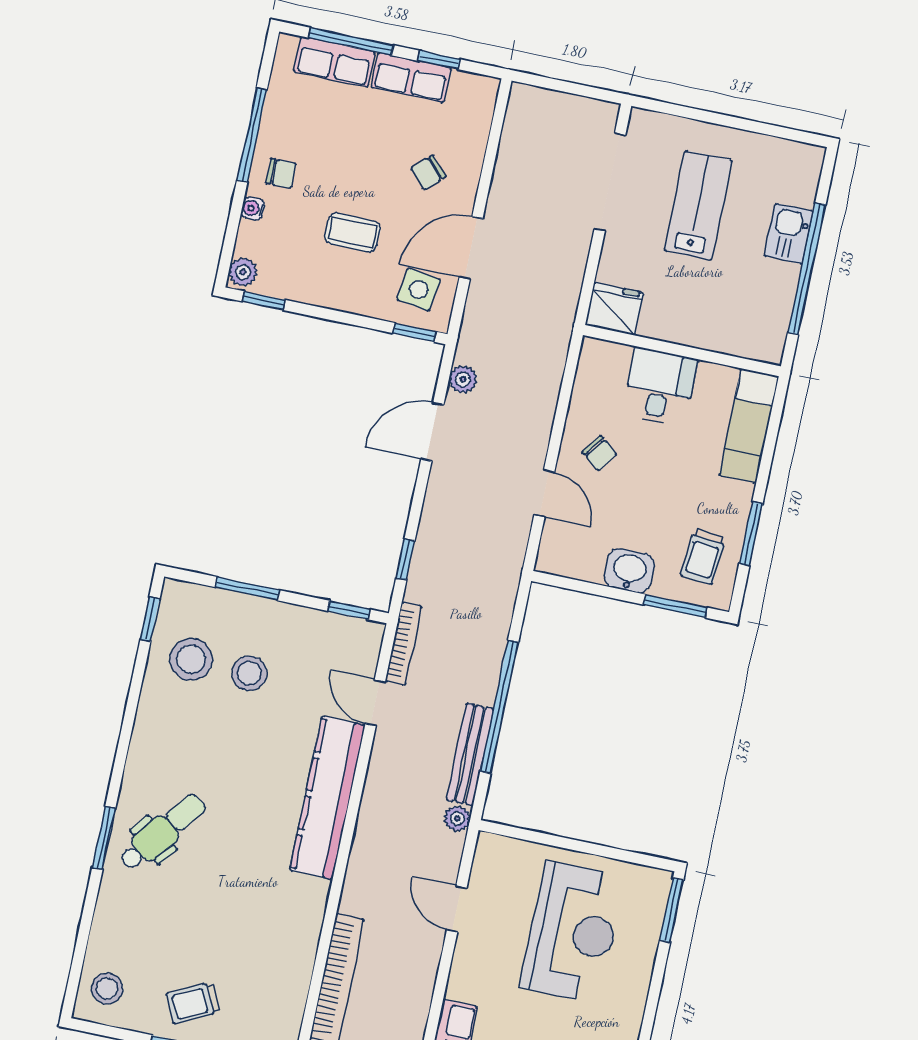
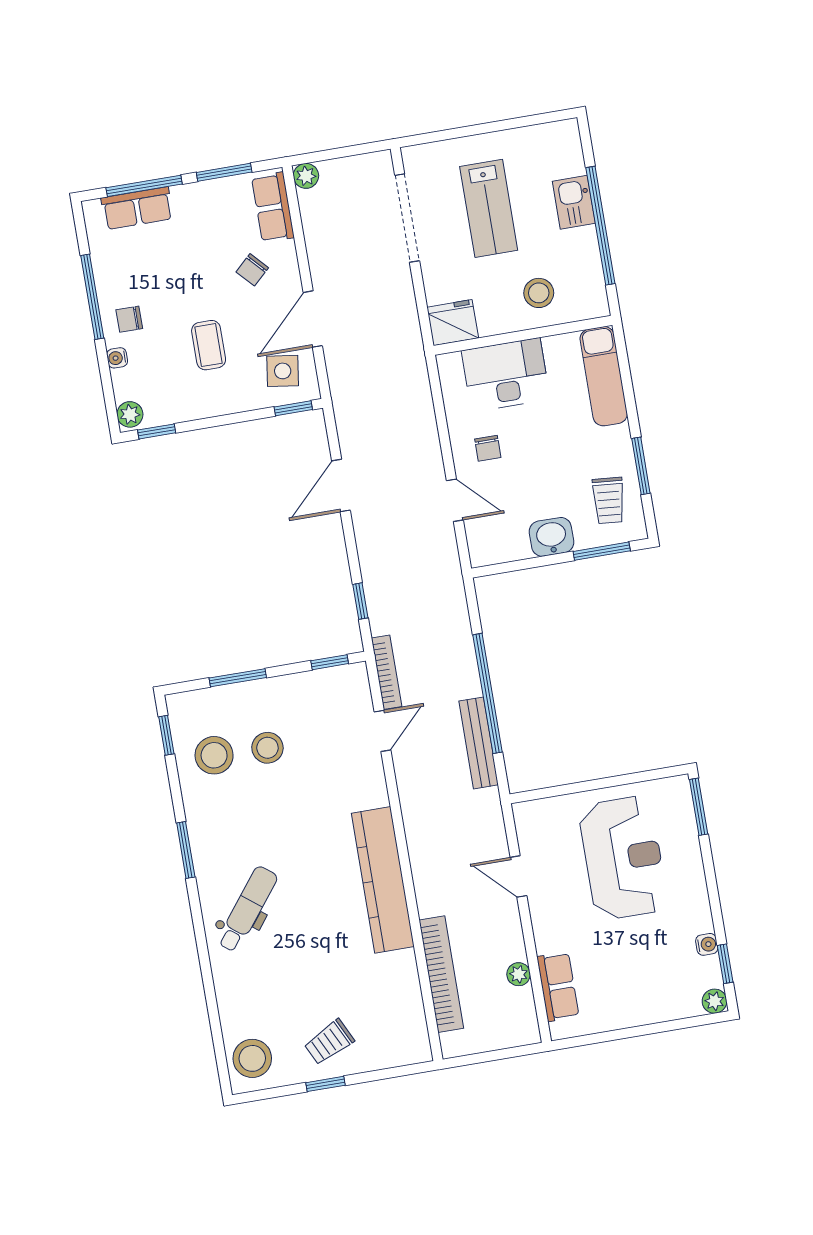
window: (439, 60) -> (224, 172), width x1.50
row of seats: (411, 78) -> (273, 207), moved, turned 90
chair: (281, 173) -> (129, 319), turned 180
lab bench: (698, 205) -> (489, 208), turned 180
coffee table: (353, 233) -> (209, 345), turned 90
stool: (716, 313) -> (539, 293), added
plant: (463, 379) -> (306, 176), moved
desk: (660, 387) -> (506, 375), width x1.37
chair: (600, 453) -> (488, 448), turned 53
door: (375, 703) -> (382, 731), swing flipped
kitchen counter: (327, 798) -> (383, 880), moved
plant: (457, 818) -> (519, 974), moved
window: (104, 838) -> (186, 850), moved
stool: (107, 989) -> (252, 1058), width x1.38, depth x1.38

